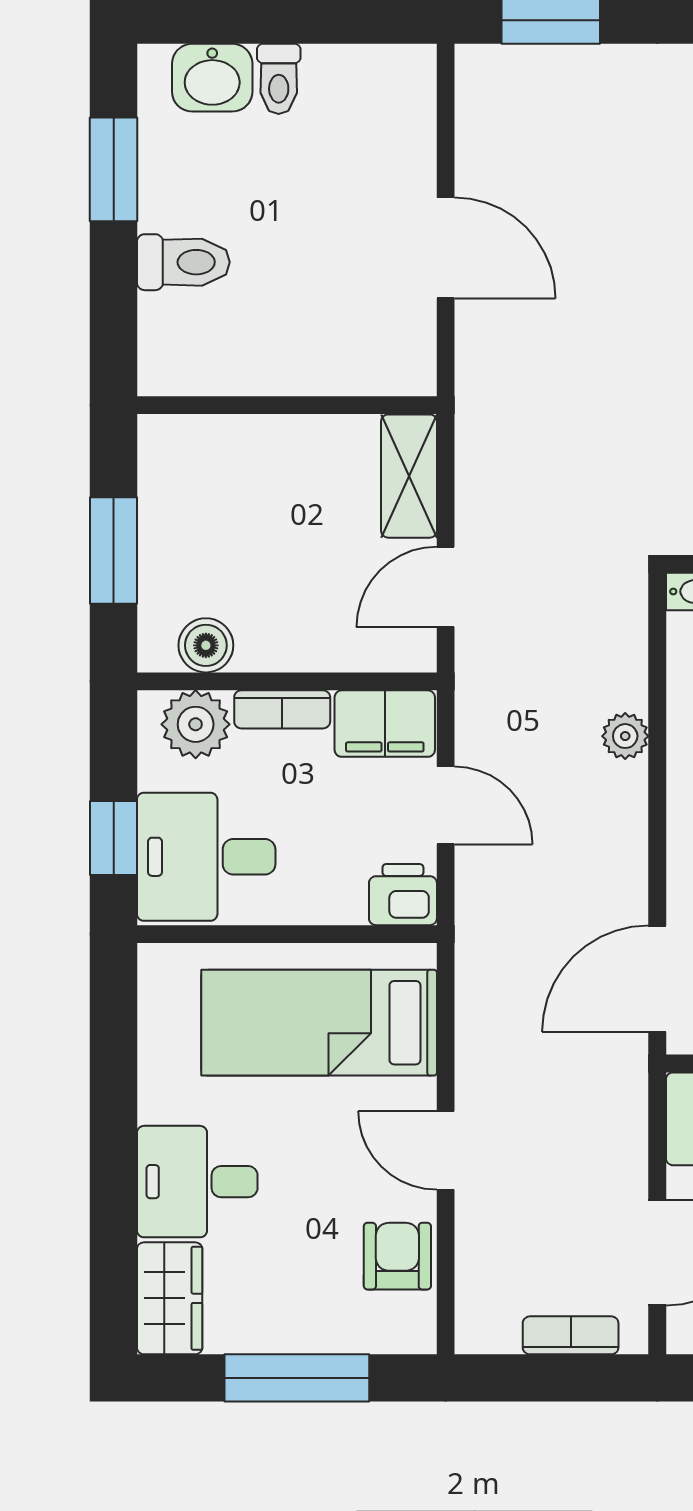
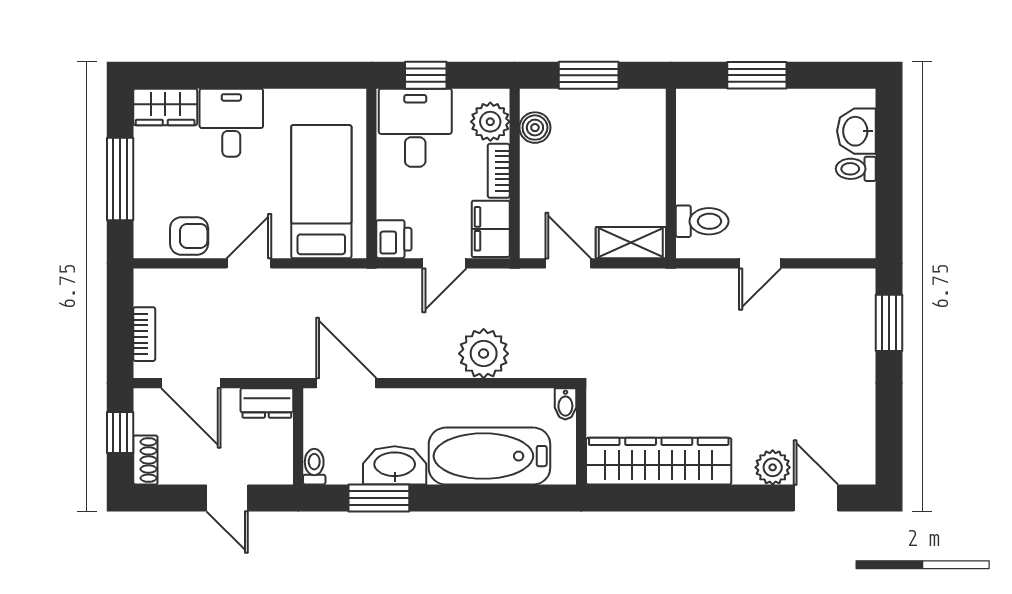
window: (114, 169) -> (757, 75), moved
door: (446, 248) -> (760, 263), width x0.73
toilet: (183, 262) -> (702, 221), moved, turned -90
plant: (625, 736) -> (484, 354), width x1.88, depth x1.88

